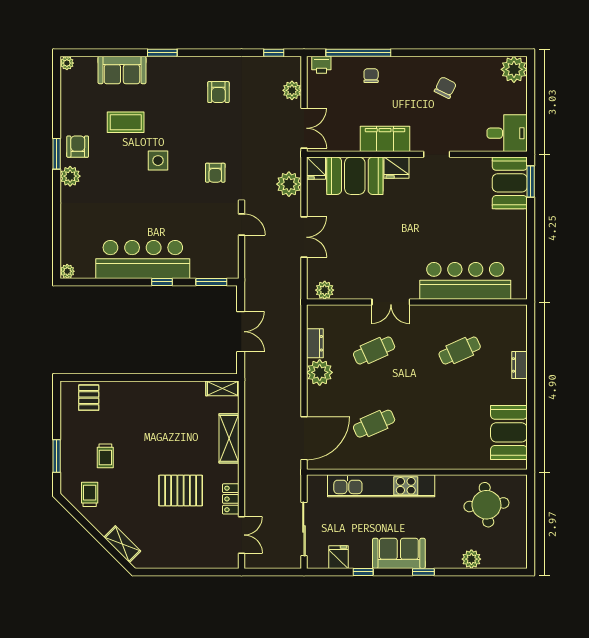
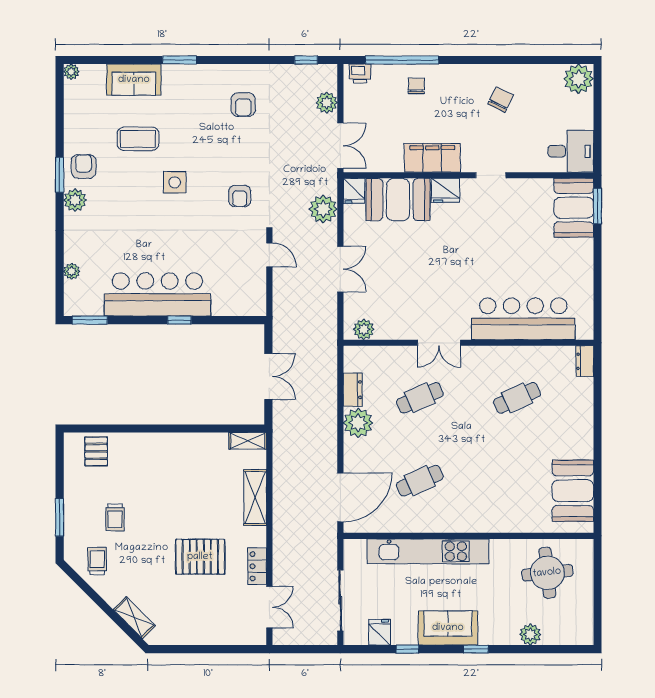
plant: (67, 271) -> (72, 271), moved
window: (211, 282) -> (90, 320), moved
dresser: (519, 365) -> (585, 361), moved

